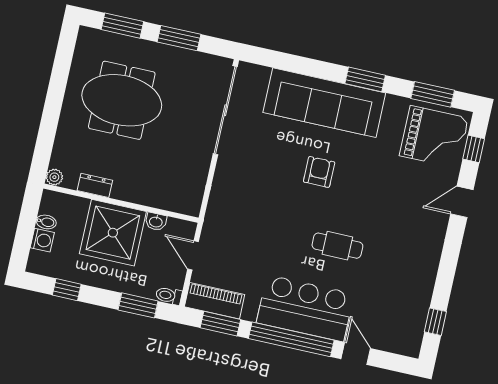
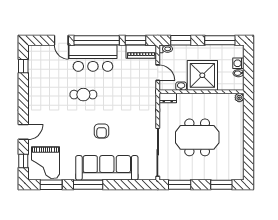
window: (179, 38) -> (180, 185), moved
window: (365, 79) -> (88, 185), width x1.44
meeting table: (122, 100) -> (197, 137), moved
grand piano: (434, 137) -> (46, 163), turned -90
dresser: (95, 185) -> (168, 98), moved
window: (67, 290) -> (220, 40), width x2.17

